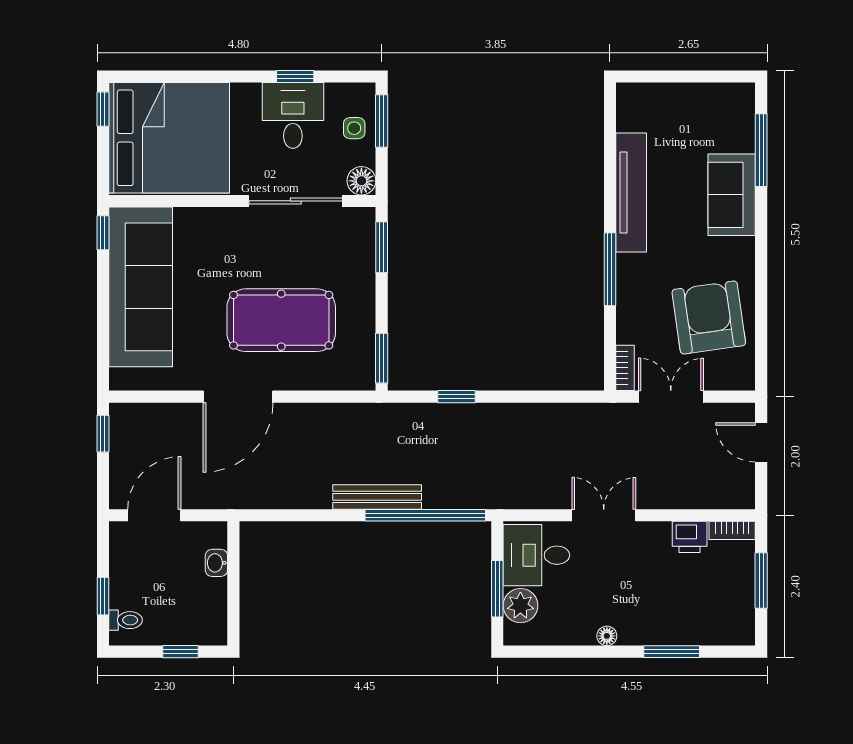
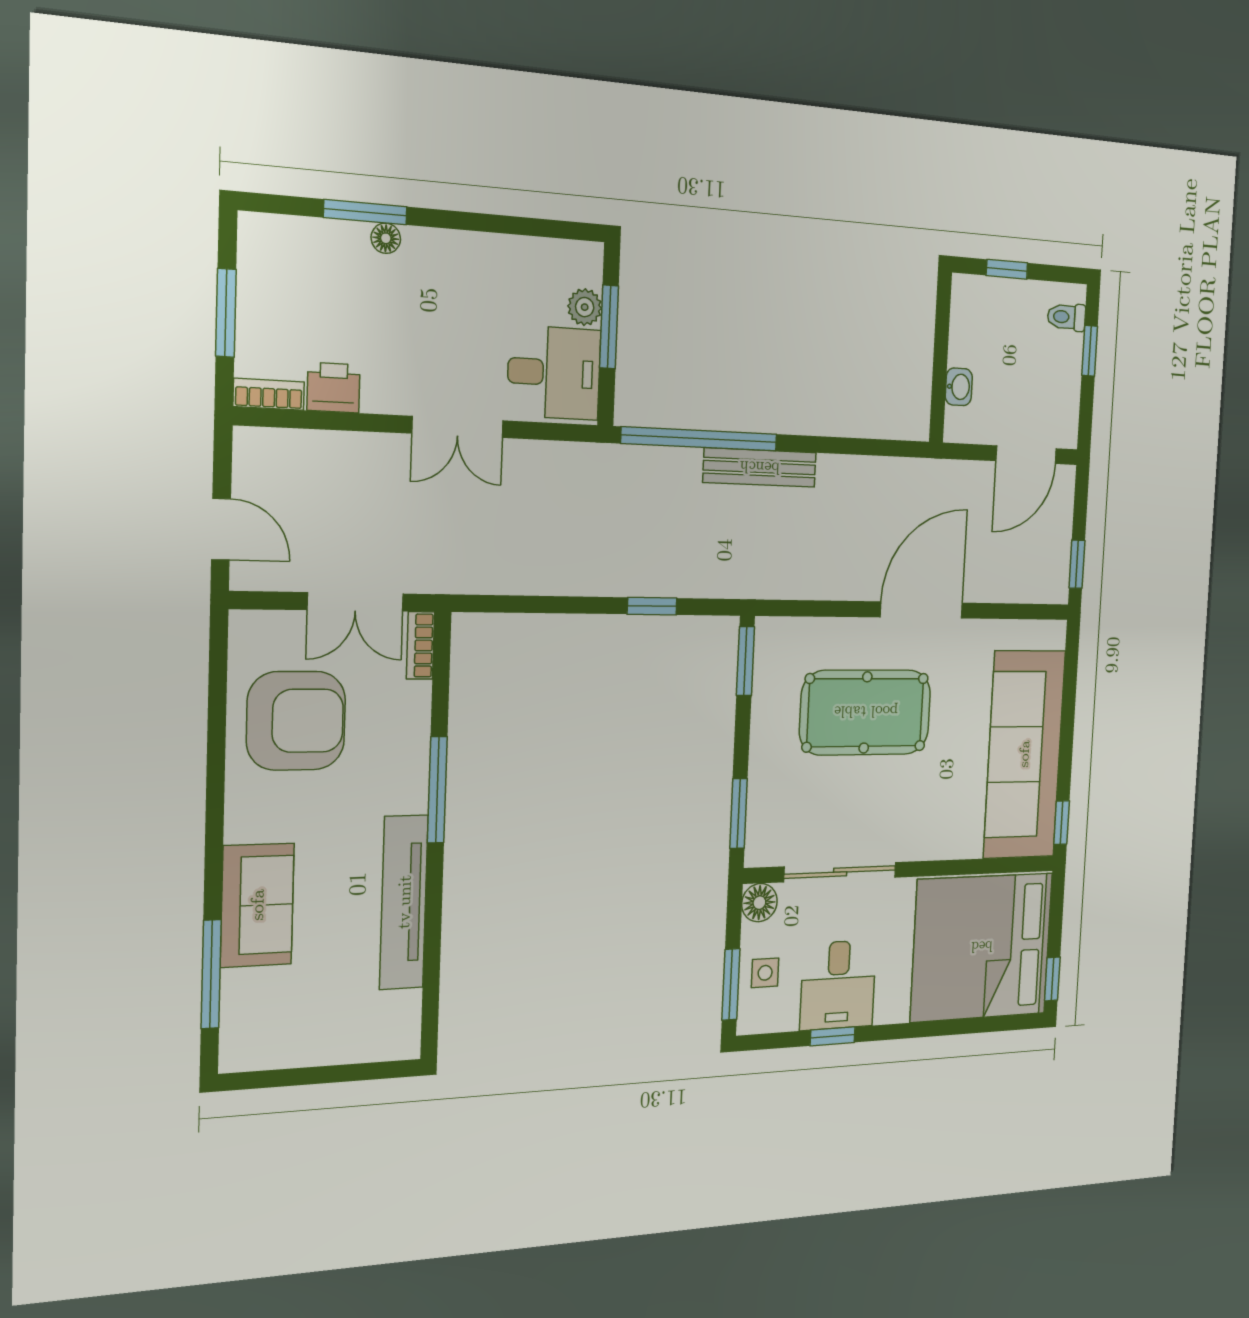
armchair: (709, 318) -> (296, 721), turned -82
plant: (520, 606) -> (585, 307), width x0.73, depth x0.73
floor lamp: (607, 636) -> (386, 238), moved

